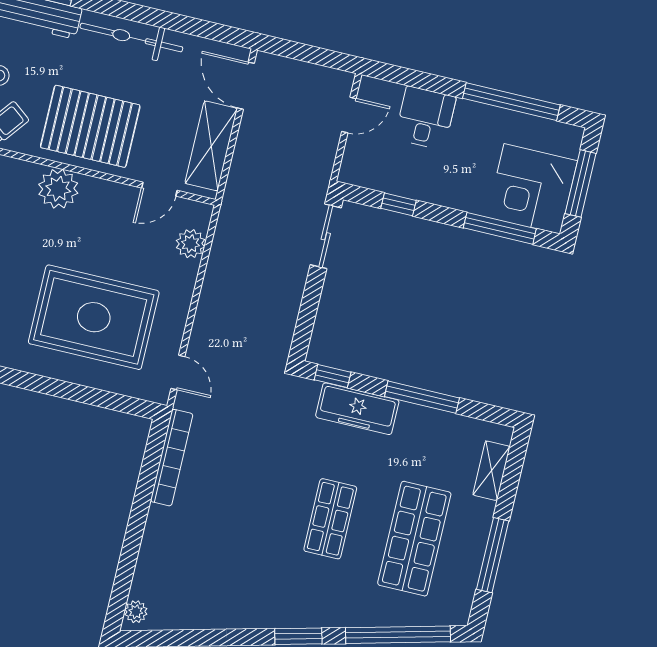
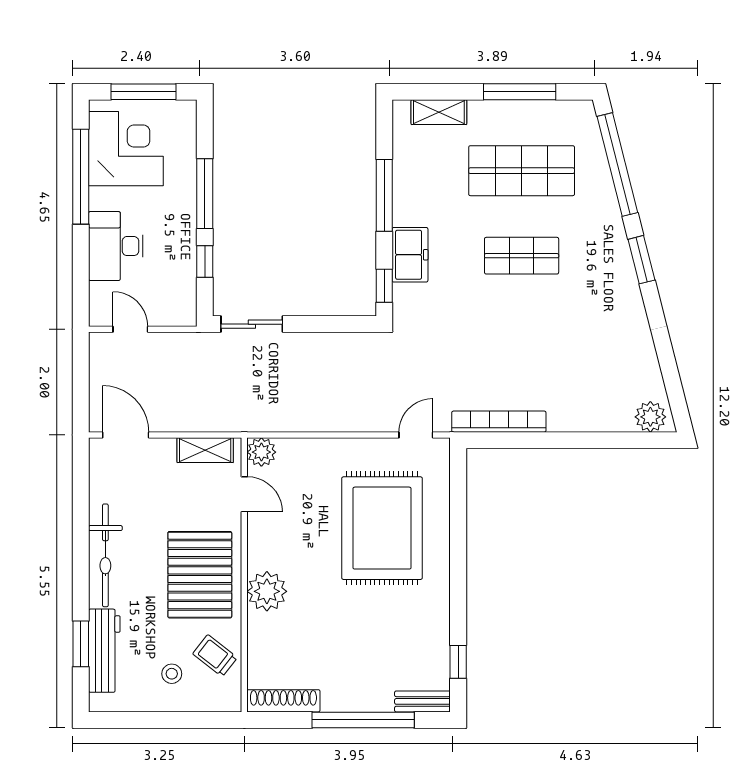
door: (246, 86) -> (126, 435), swing flipped
desk: (425, 118) -> (116, 246), width x1.37
shelving: (211, 146) -> (205, 450), width x0.67, depth x0.75
corner desk: (532, 189) -> (126, 149), moved, turned -90
window: (500, 228) -> (205, 194), moved
plant: (190, 244) -> (261, 452), moved
freezer: (357, 409) -> (410, 255), width x0.71
plant: (136, 612) -> (650, 417), width x1.38, depth x1.38

